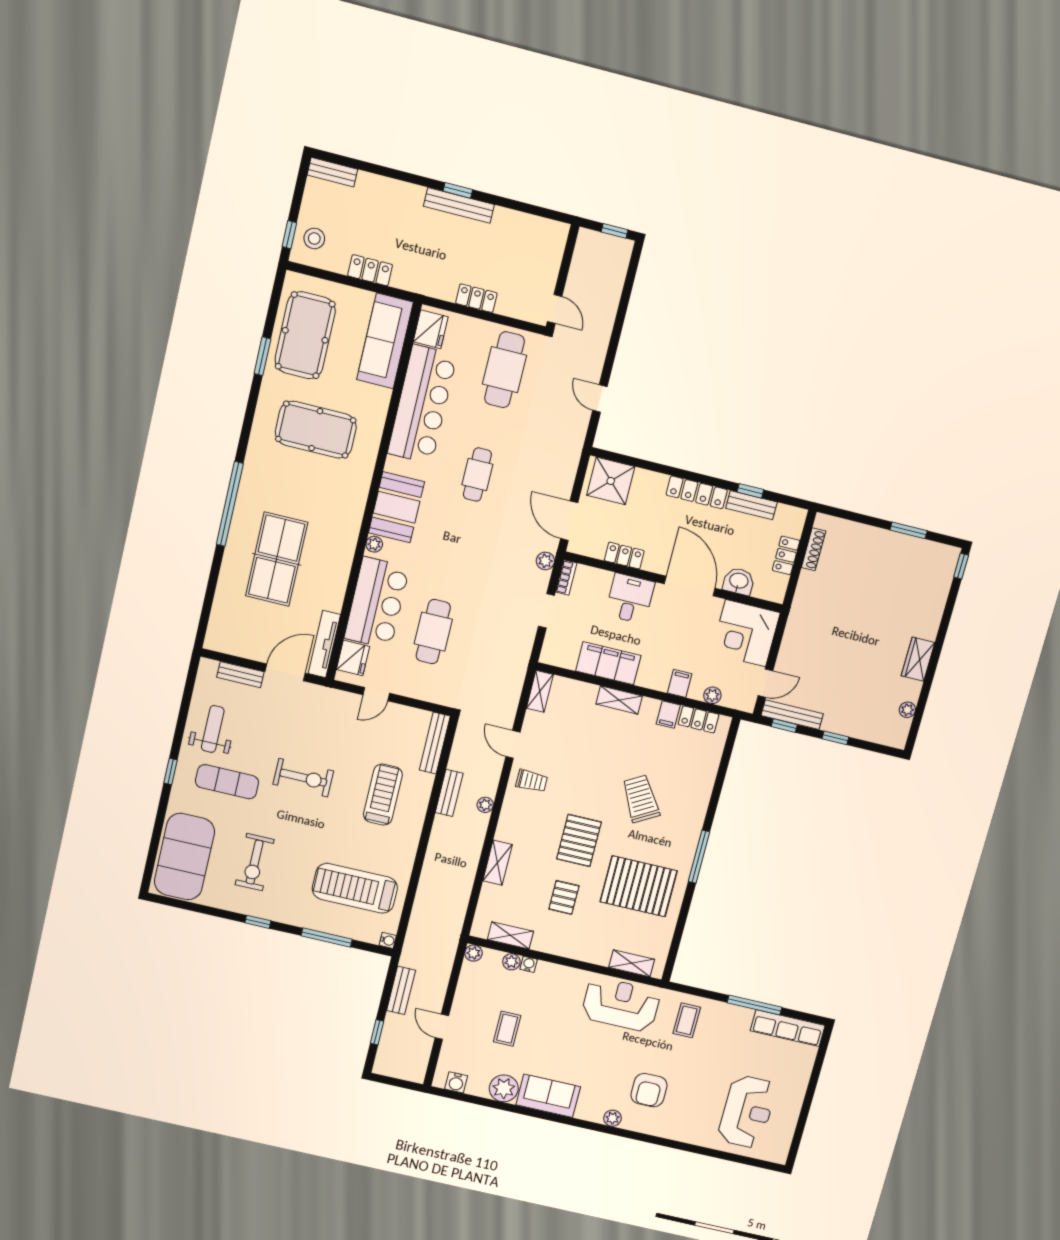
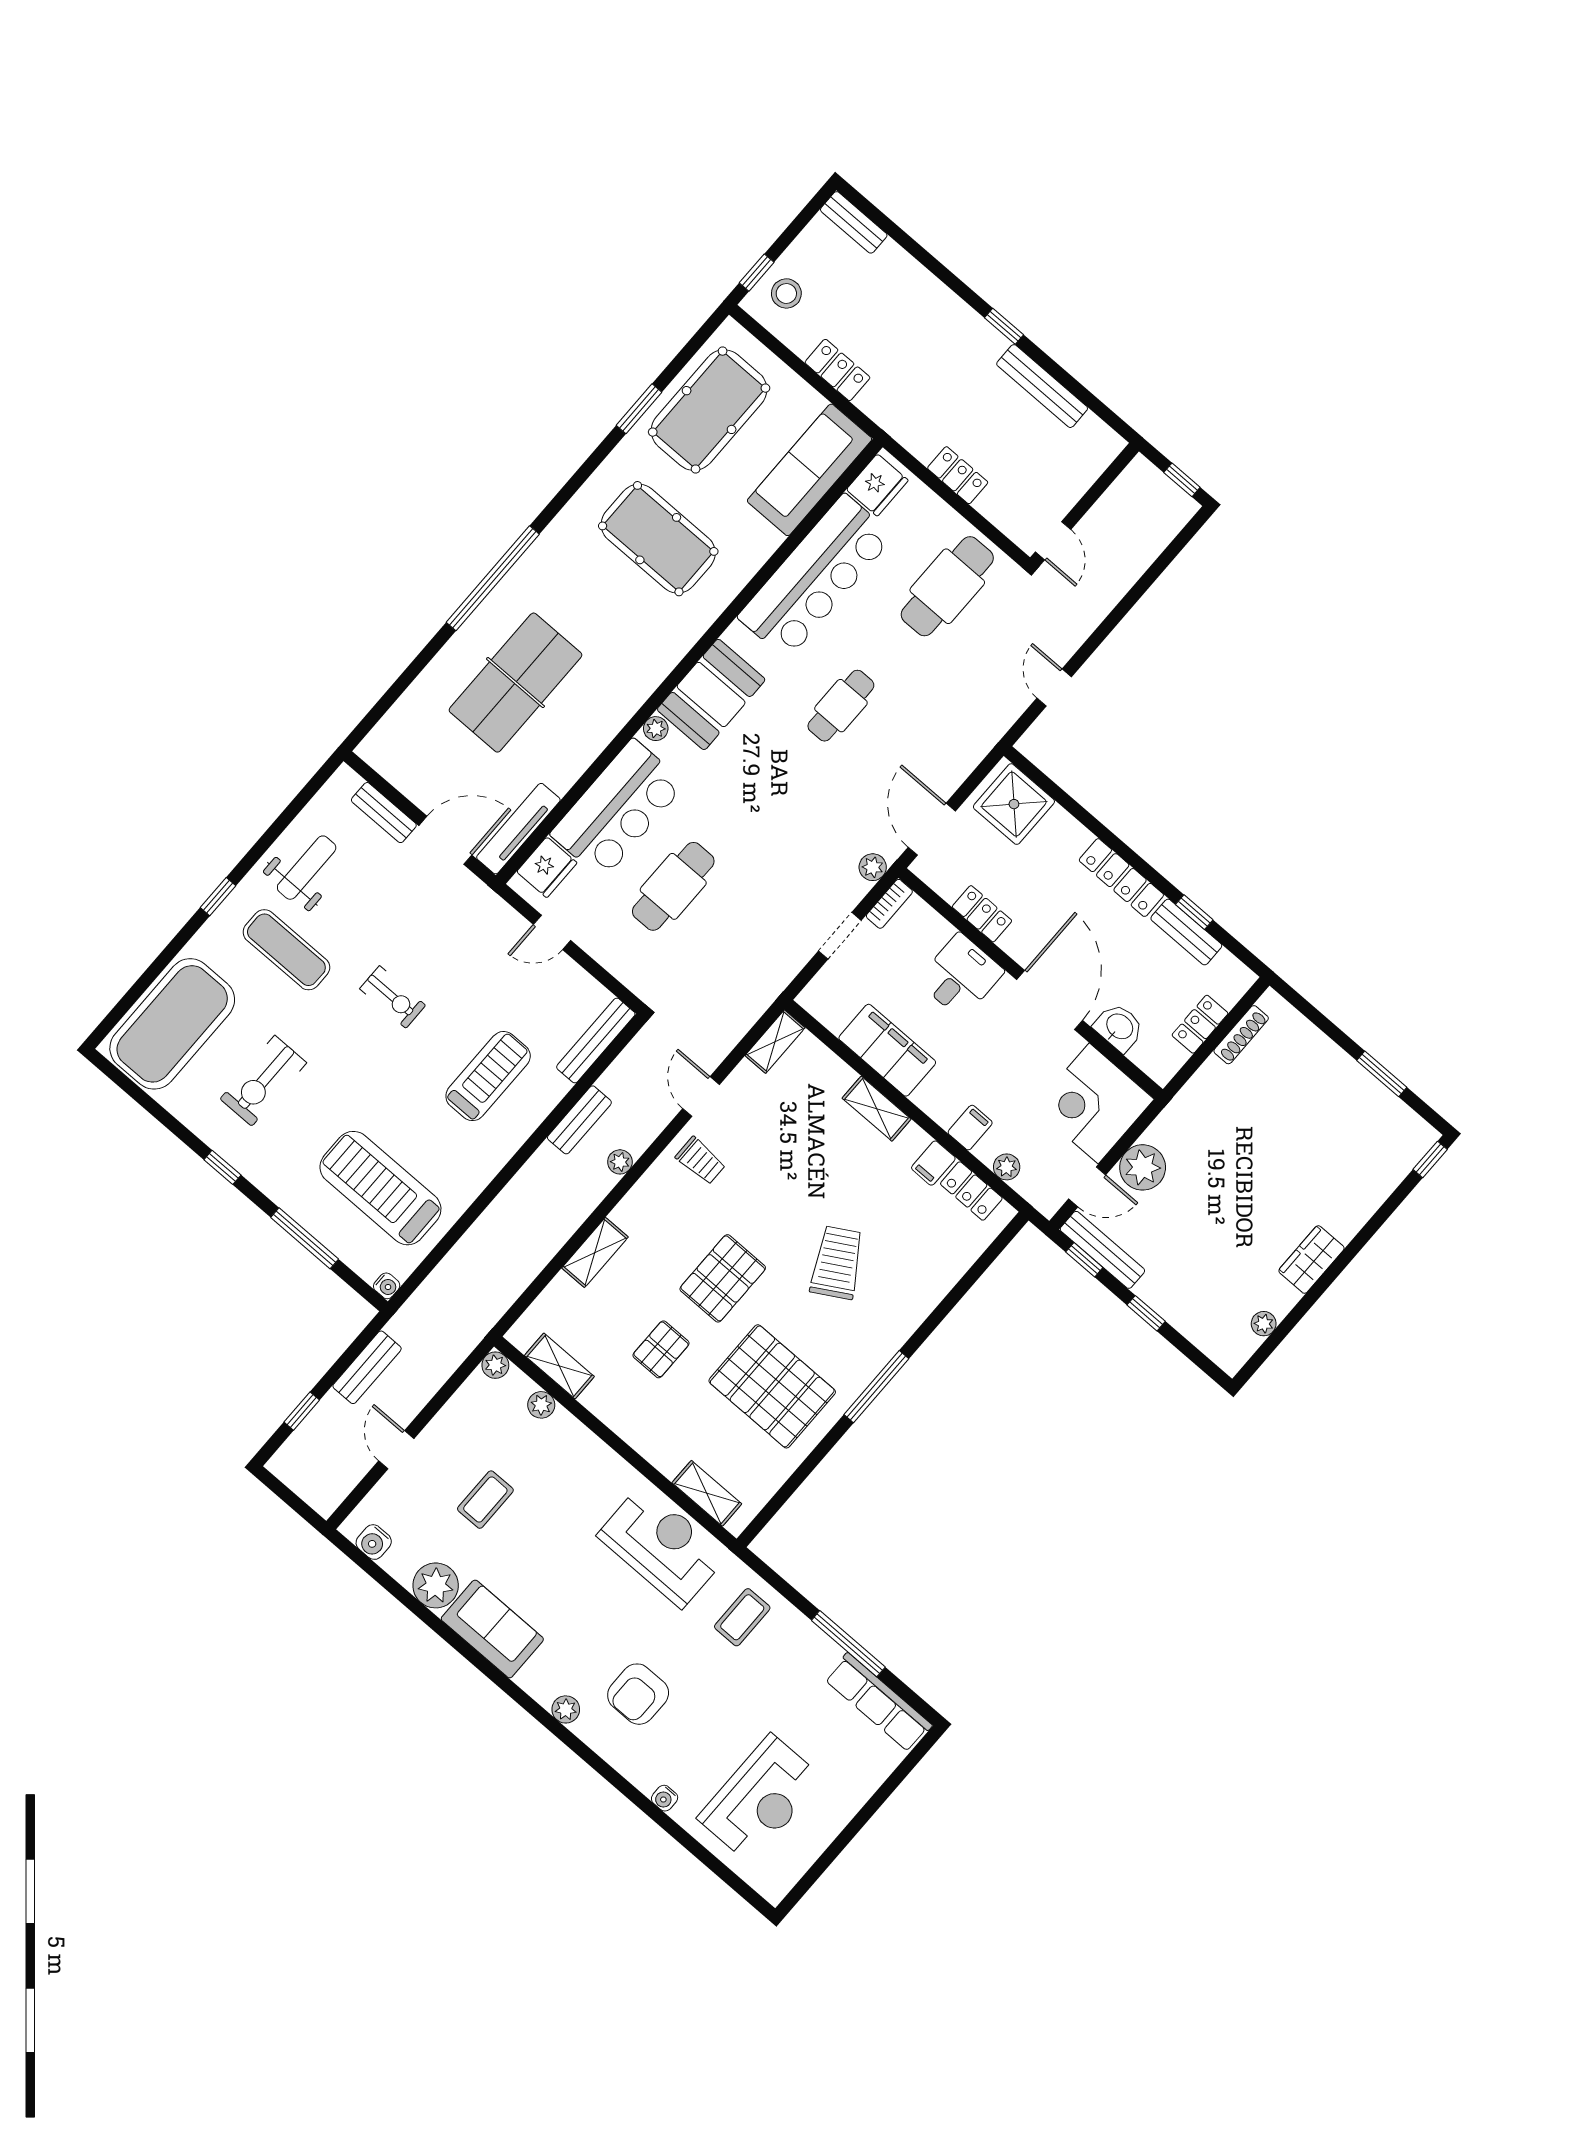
bench: (459, 205) -> (1042, 386), moved
plant: (793, 656) -> (1143, 1167), added
exercise bike: (303, 778) -> (393, 997), width x0.73, depth x0.72
water cooler: (529, 964) -> (665, 1798), moved, turned 180

